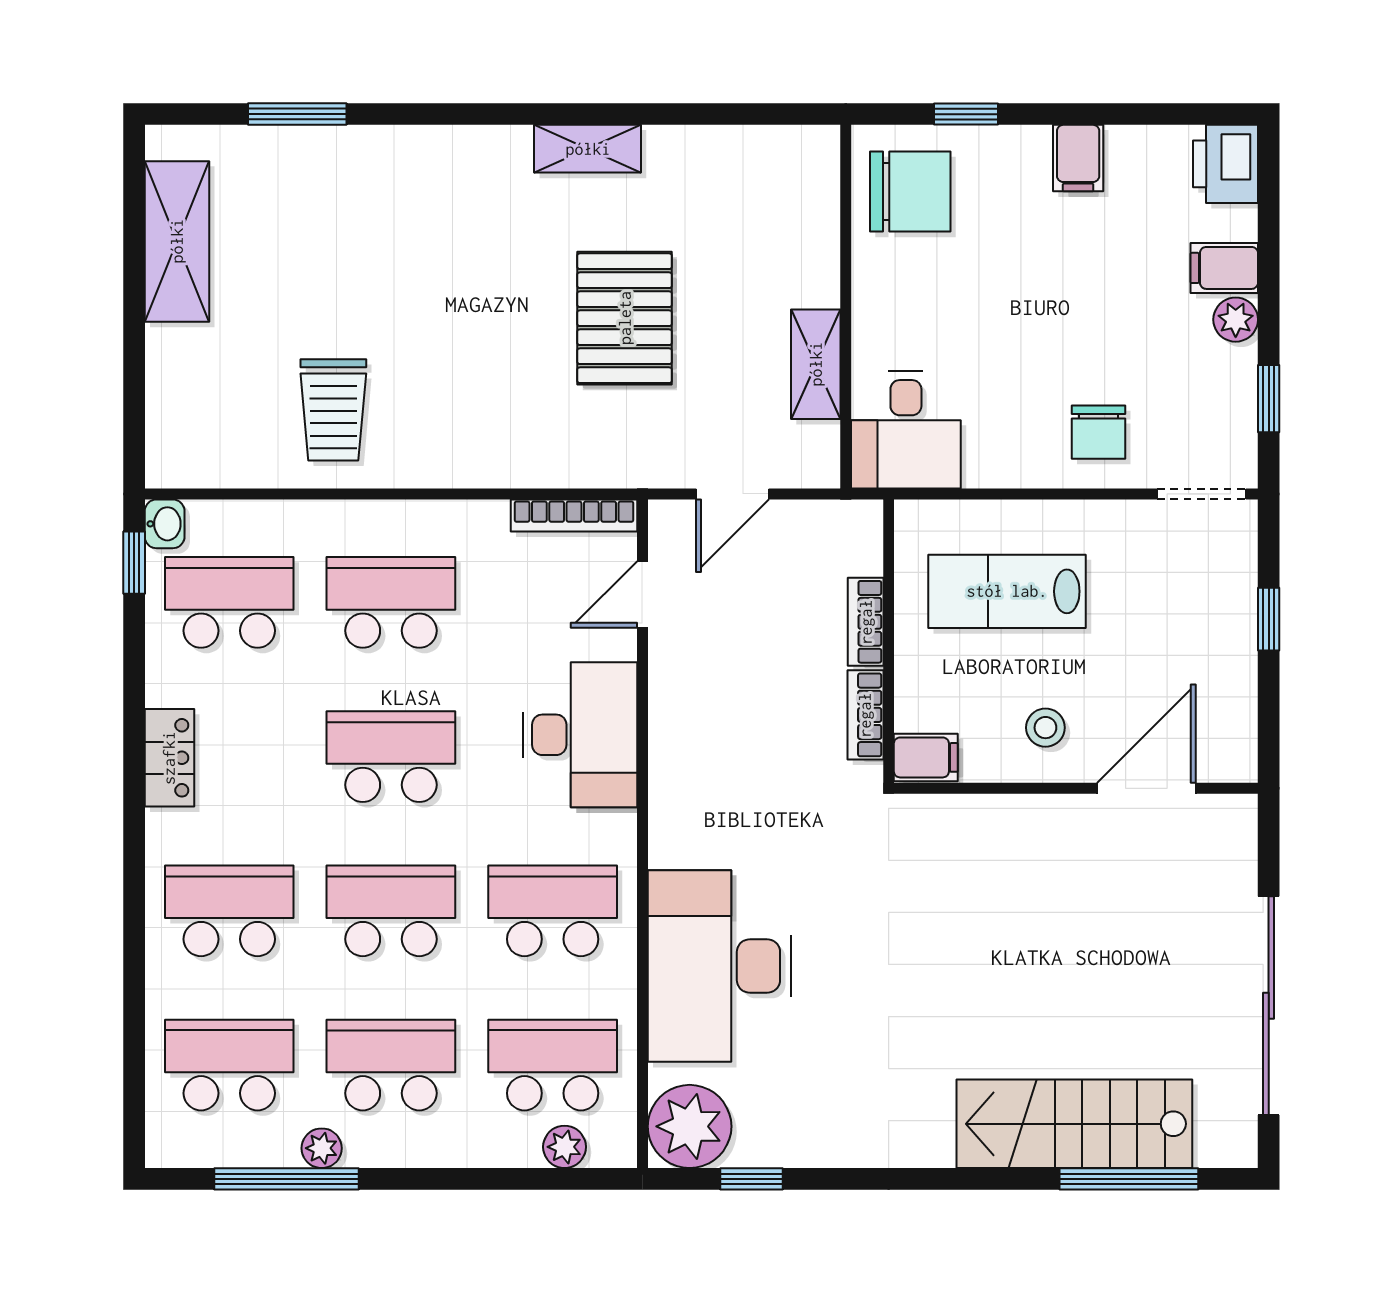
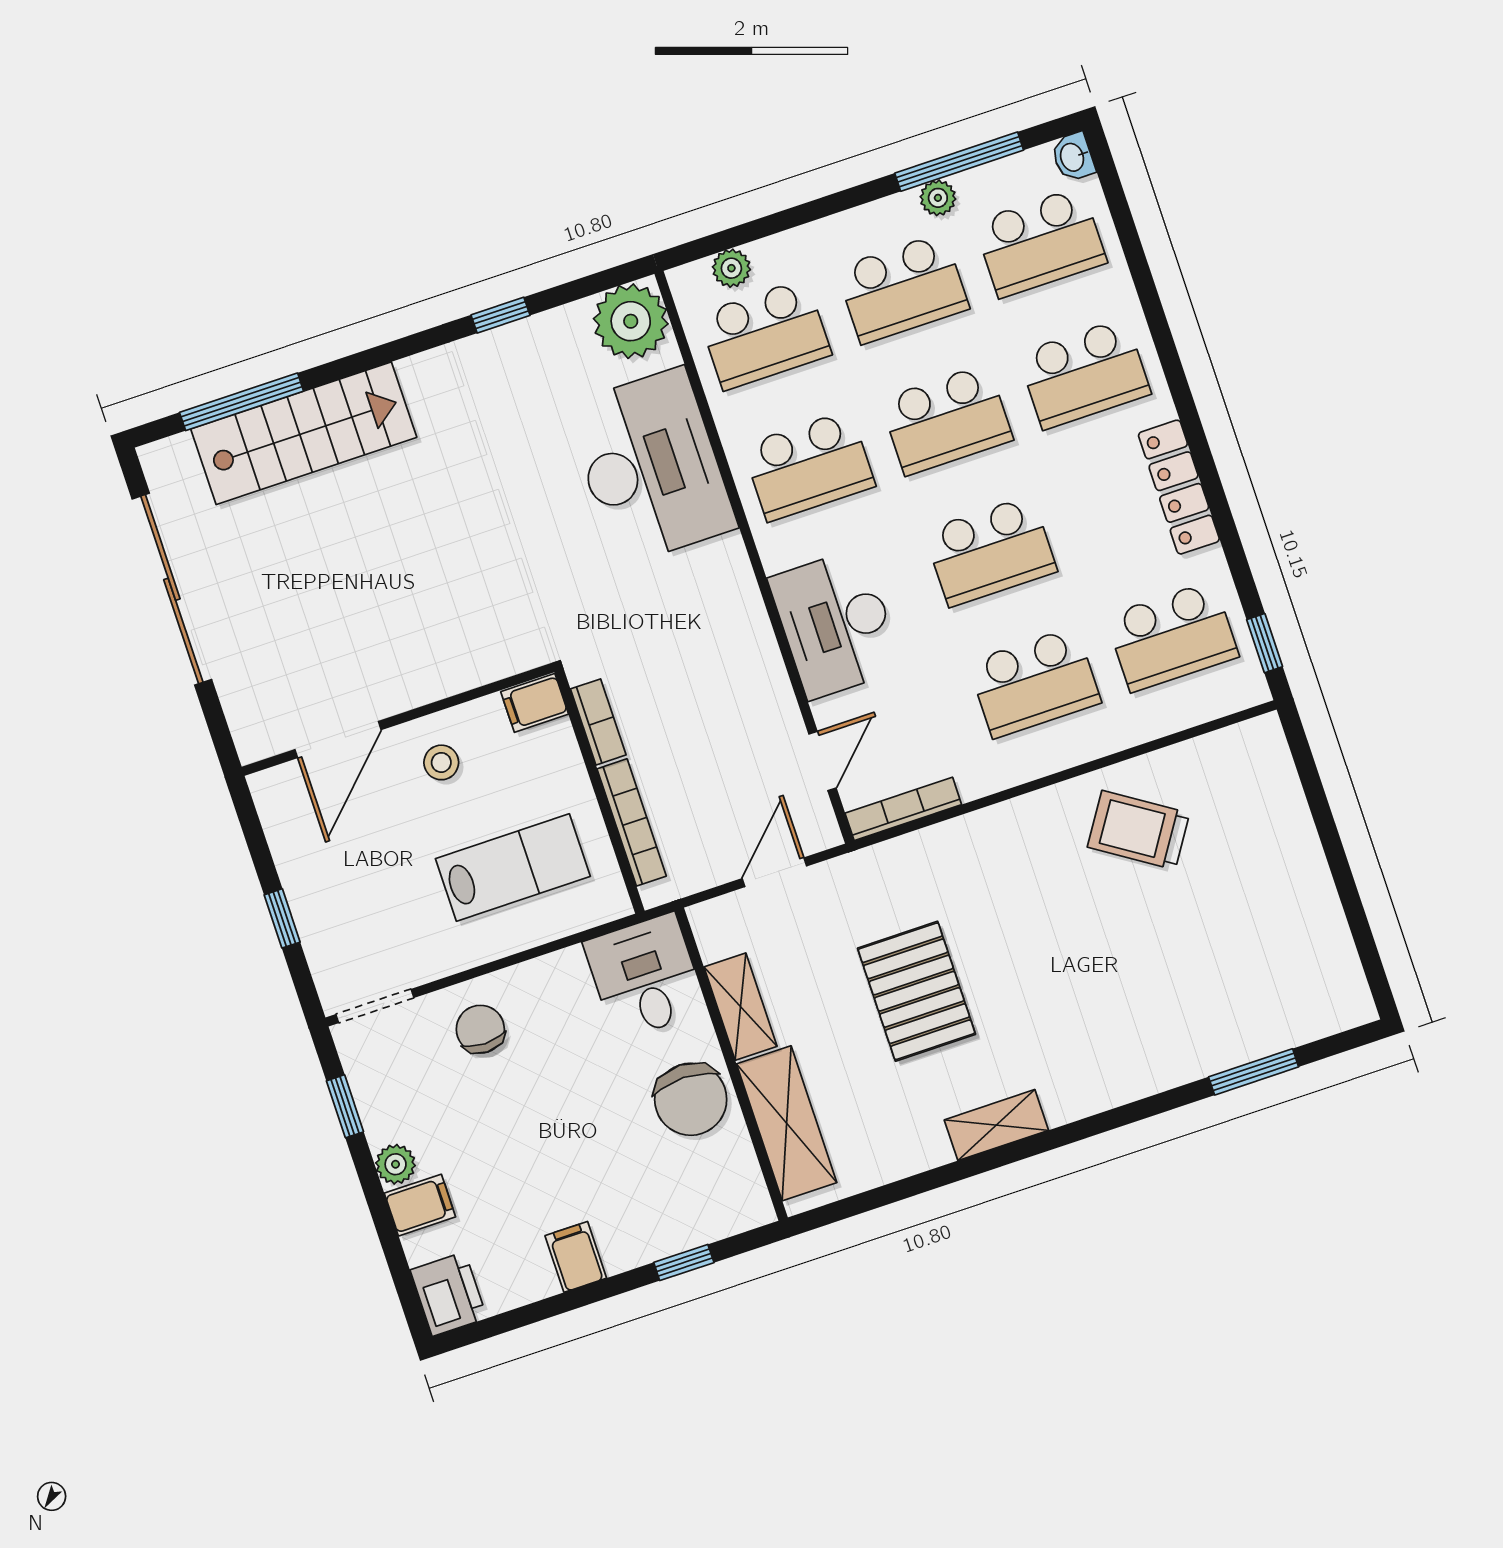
chair: (910, 192) -> (691, 1099), moved, turned -90
shelving: (177, 241) -> (787, 1123), moved
trolley: (333, 410) -> (1138, 830), turned -57
washbasin: (165, 524) -> (1073, 157), moved
bookcase: (866, 622) -> (632, 822), width x1.56
locker: (169, 758) -> (1179, 487), width x1.53
window: (751, 1179) -> (501, 315), moved

